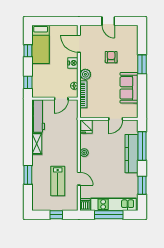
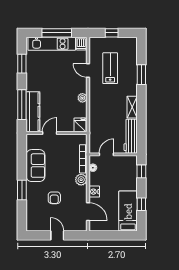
kitchen counter: (132, 154) -> (33, 112), moved

